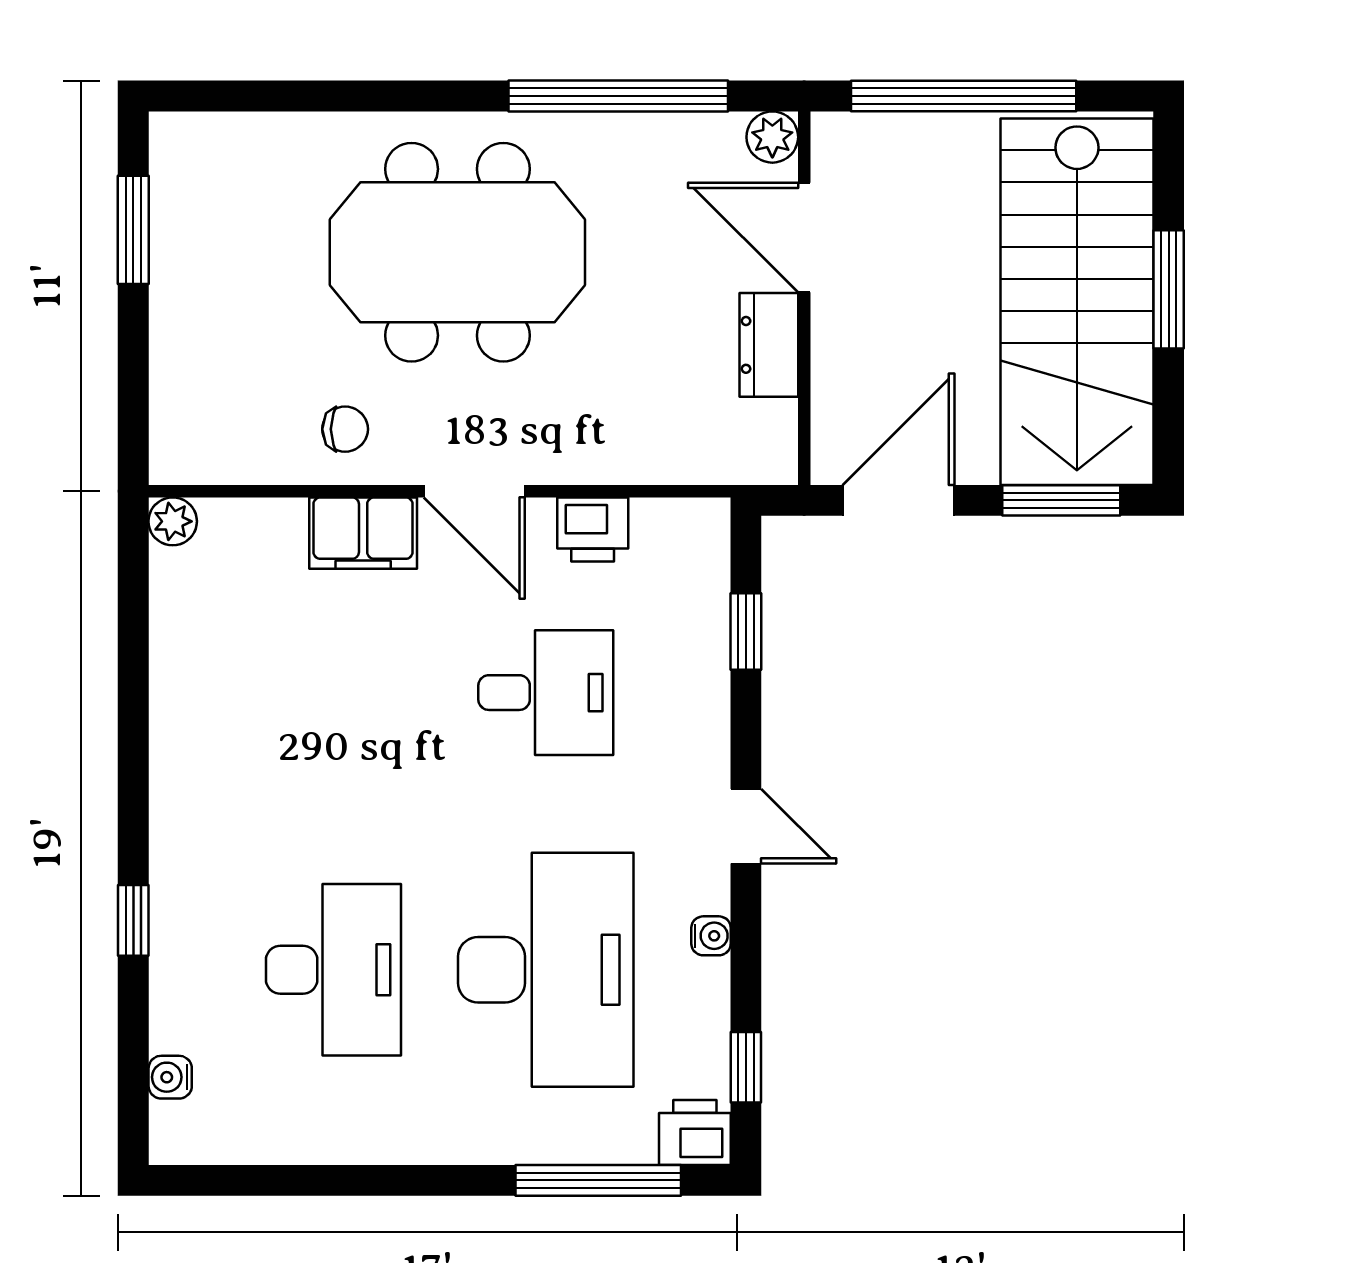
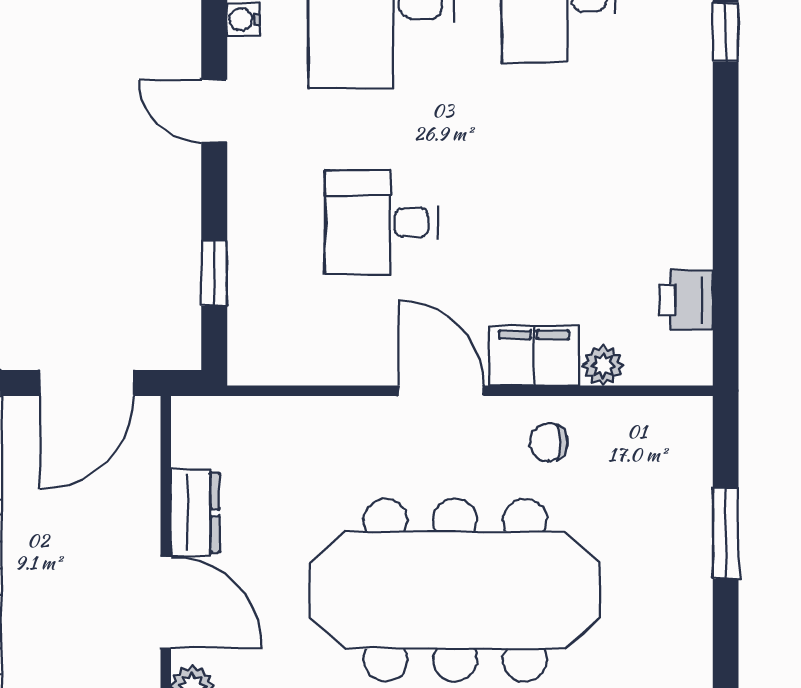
window: (133, 230) -> (726, 533), moved
meeting table: (457, 252) -> (455, 590), width x1.36
plant: (173, 521) -> (603, 365), moved
printer: (593, 529) -> (686, 300), moved, turned -90

